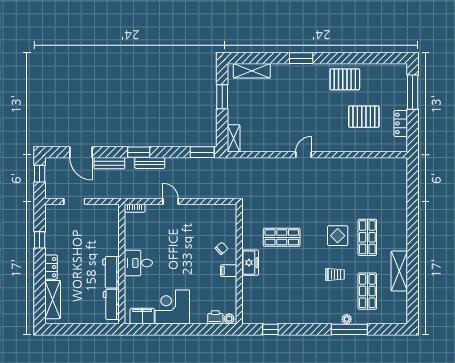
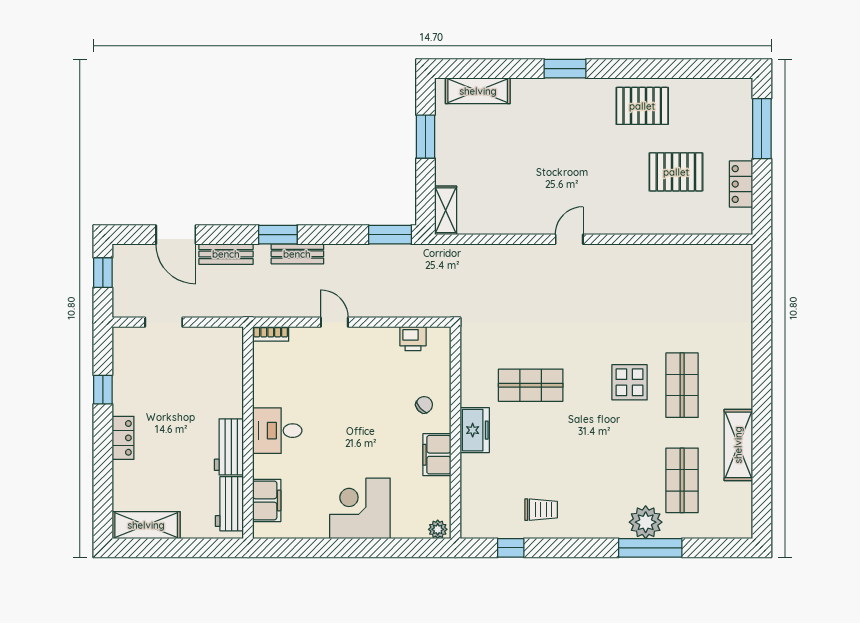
filing cabinet: (229, 271) -> (437, 455), width x2.00
trolley: (335, 275) -> (541, 510), moved
shelving: (53, 300) -> (146, 525), moved, turned 90
corner desk: (172, 307) -> (360, 508), moved
filing cabinet: (142, 316) -> (267, 500), moved, turned 90
printer: (215, 317) -> (413, 339), moved, turned 180
plant: (347, 319) -> (646, 522), width x1.88, depth x1.88

